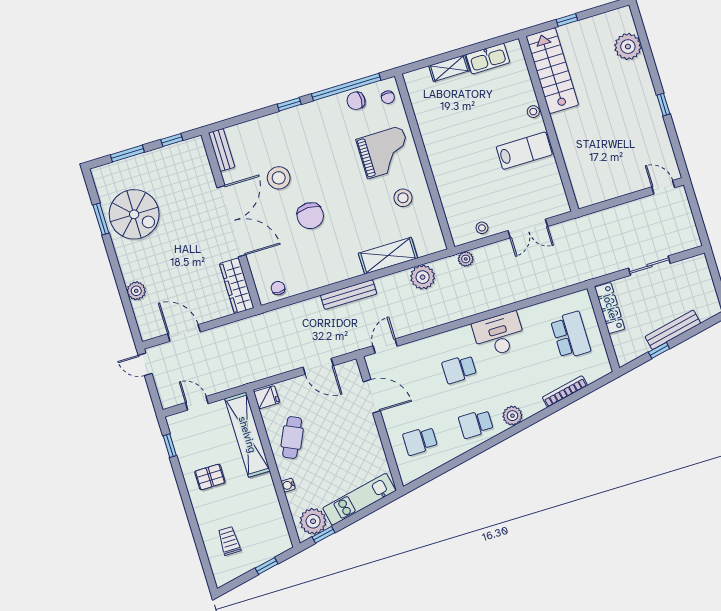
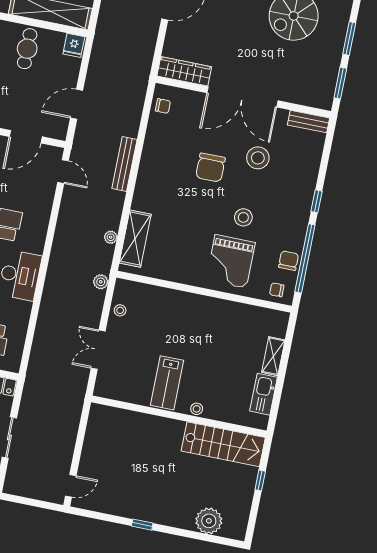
window: (172, 140) -> (340, 83), width x1.50
stool: (403, 198) -> (243, 217), moved
chair: (310, 216) -> (210, 168), turned -90
shelving: (388, 256) -> (135, 239), moved
plant: (423, 277) -> (111, 237), width x0.53, depth x0.53
cafe table: (292, 438) -> (27, 49), turned 65

